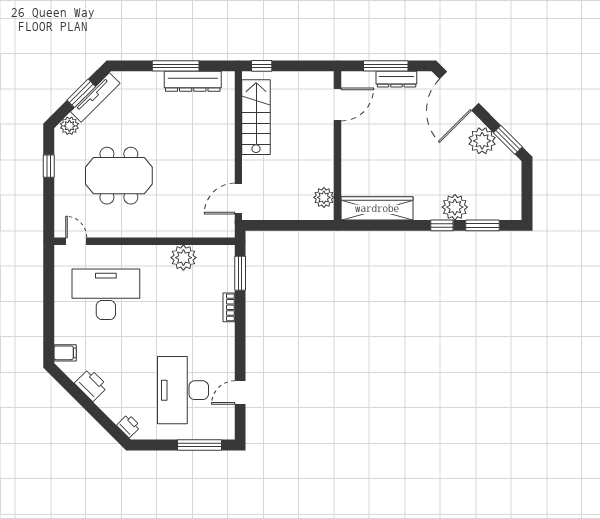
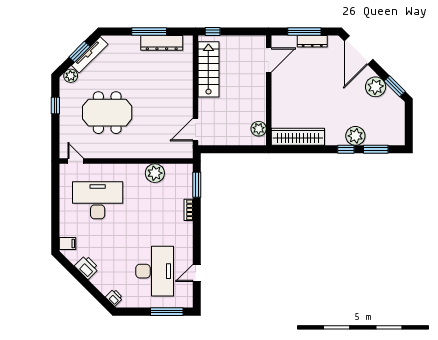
desk: (183, 390) -> (155, 271), turned 180

